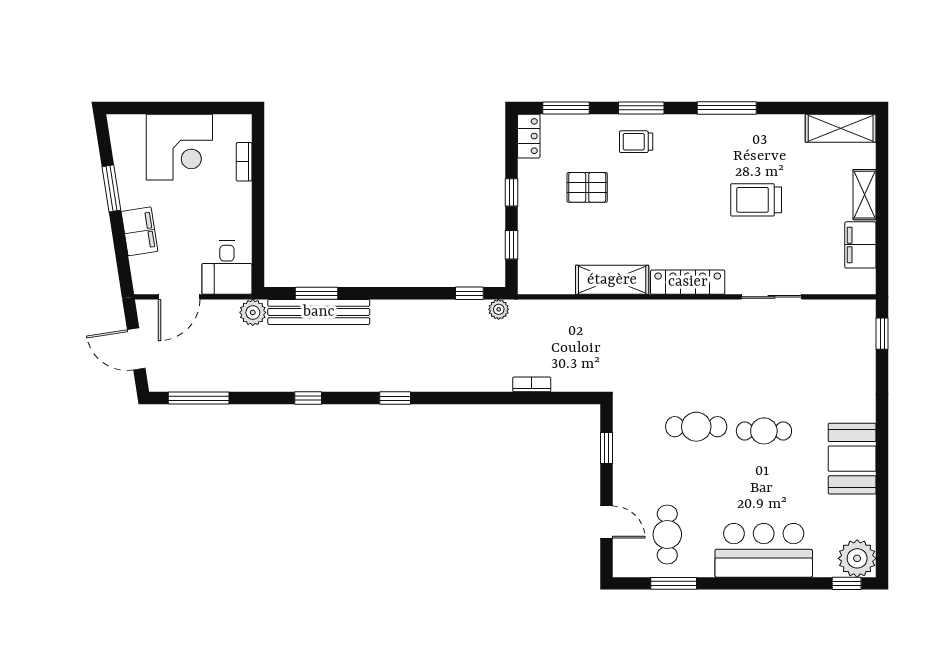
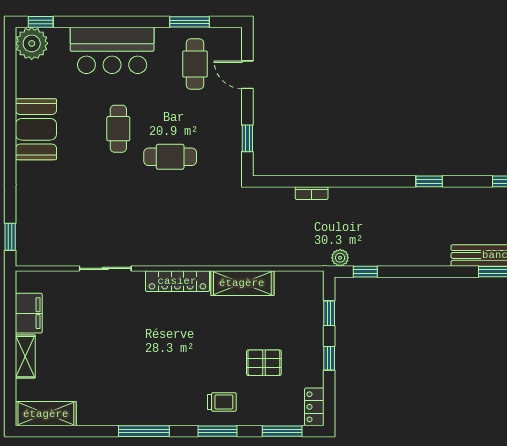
trolley: (756, 200) -> (119, 352), removed
cafe table: (764, 431) -> (118, 129), moved, turned 90

